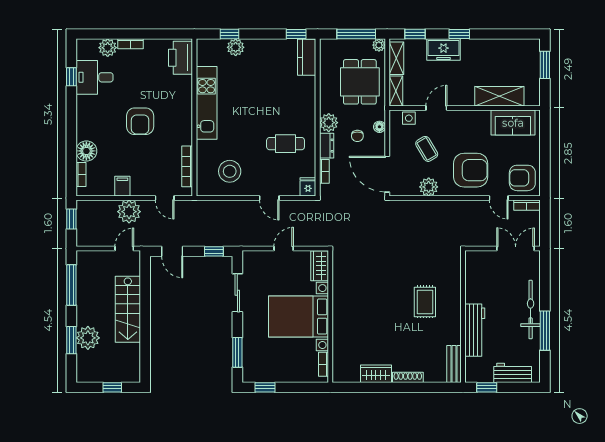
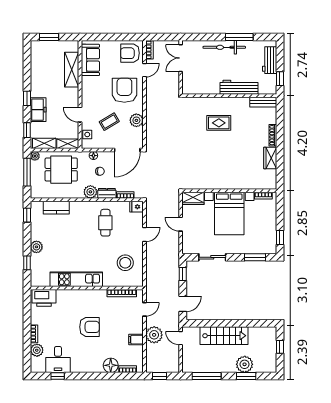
plant: (236, 47) -> (36, 247), moved
kitchen counter: (307, 57) -> (56, 208), moved
armchair: (522, 178) -> (130, 53), turned 90

